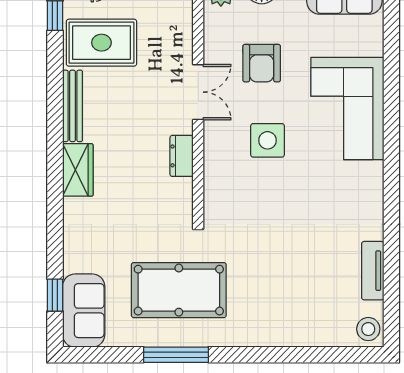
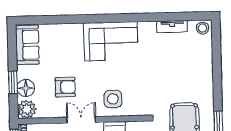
corner sofa: (347, 108) -> (111, 41), moved
side table: (267, 140) -> (113, 99), moved

